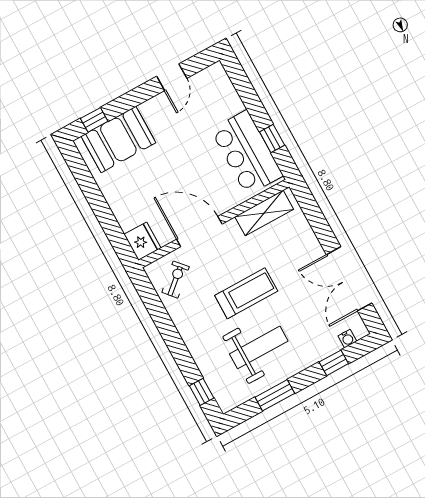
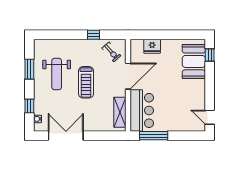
door: (172, 77) -> (210, 117), moved
window: (272, 139) -> (154, 136), width x2.17
bar counter: (247, 153) -> (142, 110), moved, turned 90
fridge: (143, 241) -> (152, 46), moved
window: (202, 392) -> (94, 35), moved

